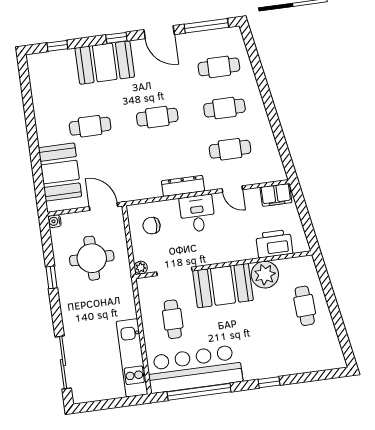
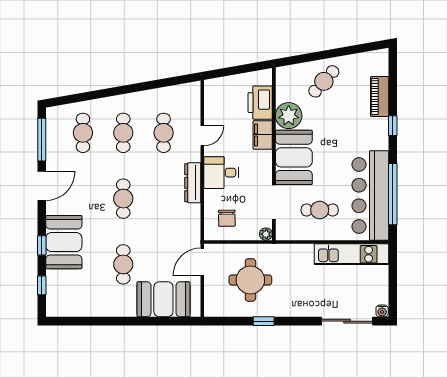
window: (116, 38) -> (42, 245), moved
filing cabinet: (276, 195) -> (263, 135), moved, turned 180
water cooler: (55, 221) -> (382, 311), moved
cafe table: (305, 306) -> (324, 81), turned -45
piano: (297, 365) -> (380, 96), added

